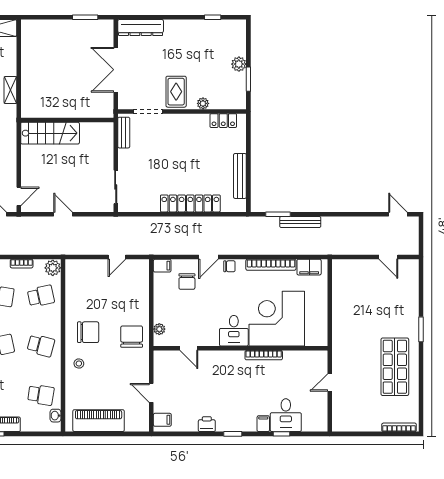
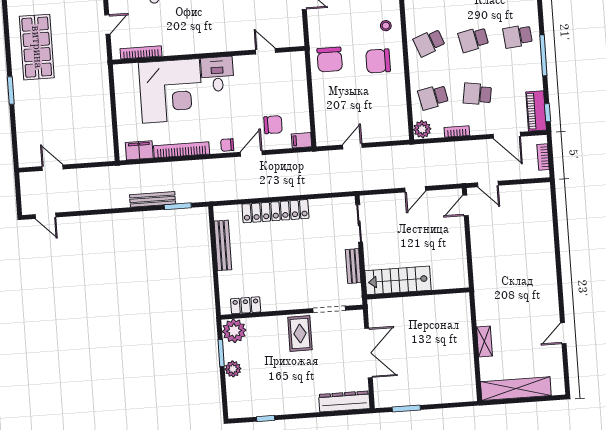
shelving: (10, 90) -> (484, 342), moved
plant: (203, 103) -> (234, 331), moved, width x1.88, depth x1.88
stairs: (50, 133) -> (398, 280), moved
bench: (124, 133) -> (353, 266), moved
door: (63, 214) -> (415, 189), hinge flipped
chair: (187, 282) -> (273, 125), turned 90
plant: (159, 329) -> (300, 70), removed
school desk: (41, 345) -> (429, 43), turned -36
bookcase: (264, 355) -> (141, 52), moved

